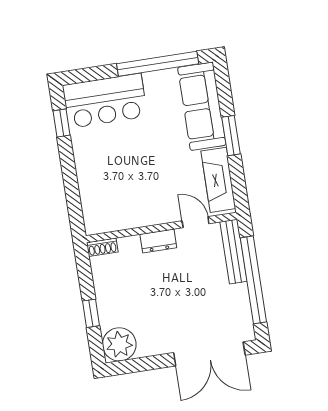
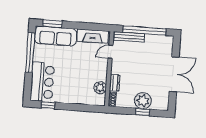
window: (231, 136) -> (52, 24), moved
plant: (120, 218) -> (100, 88), added
dresser: (158, 241) -> (115, 83), moved
plant: (119, 344) -> (143, 101), moved
double door: (209, 354) -> (174, 74), moved

